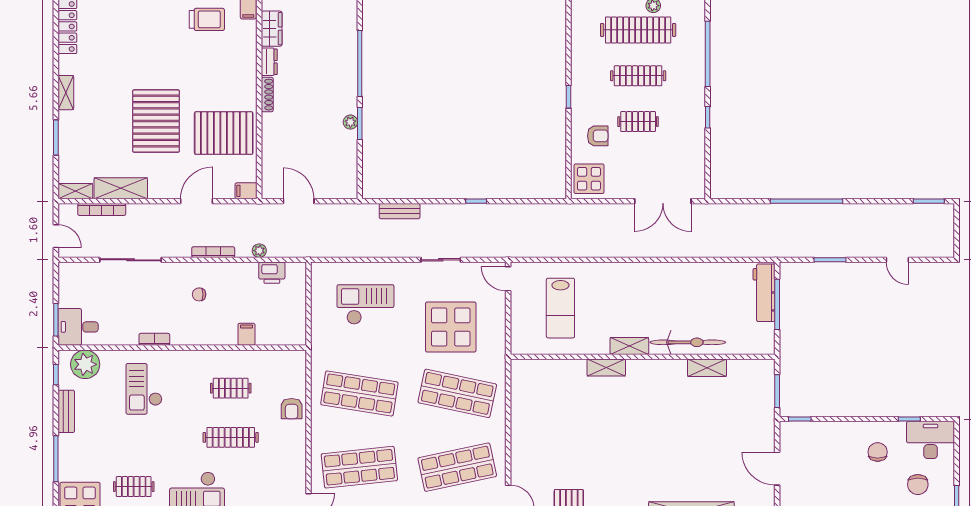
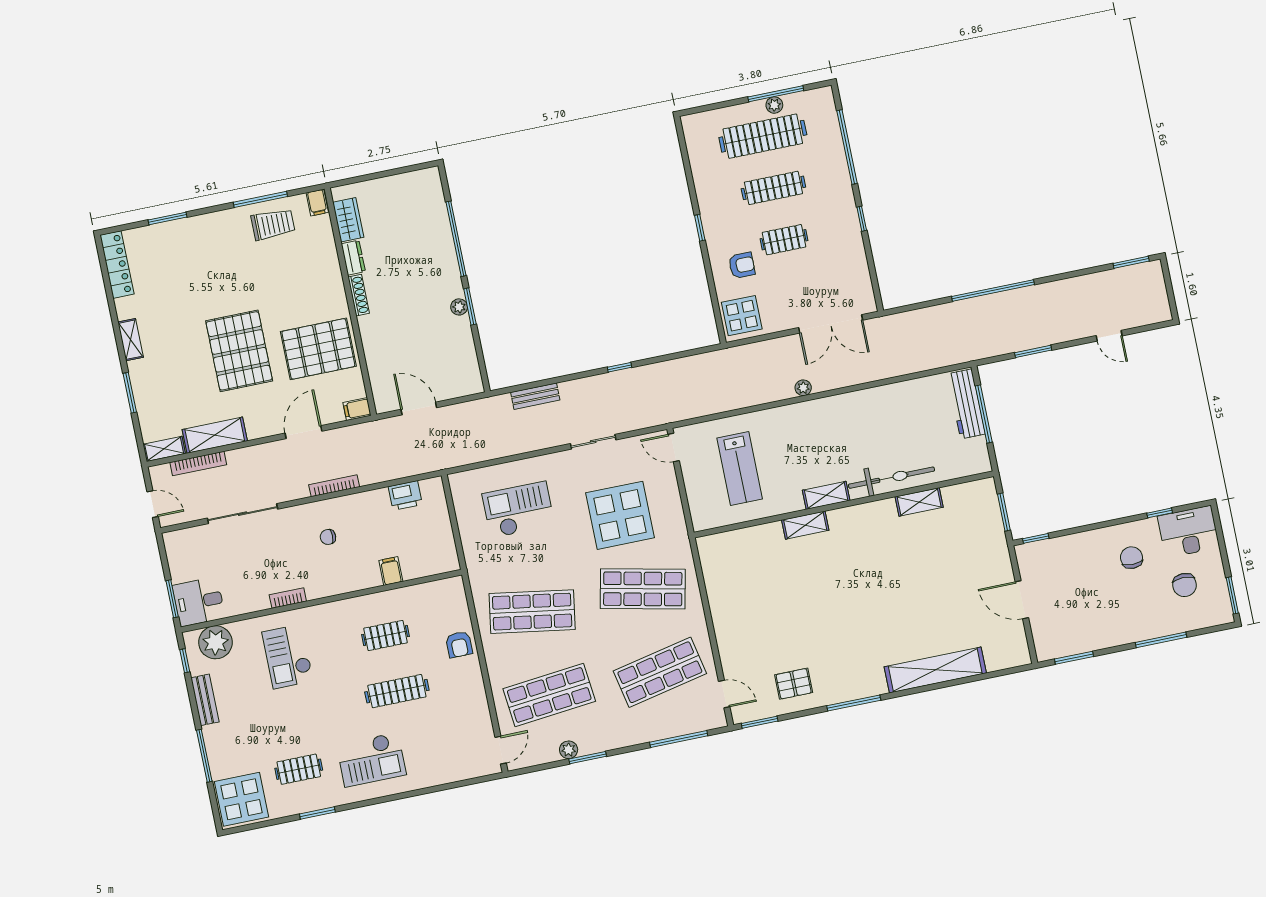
plant: (259, 251) -> (803, 388), moved

